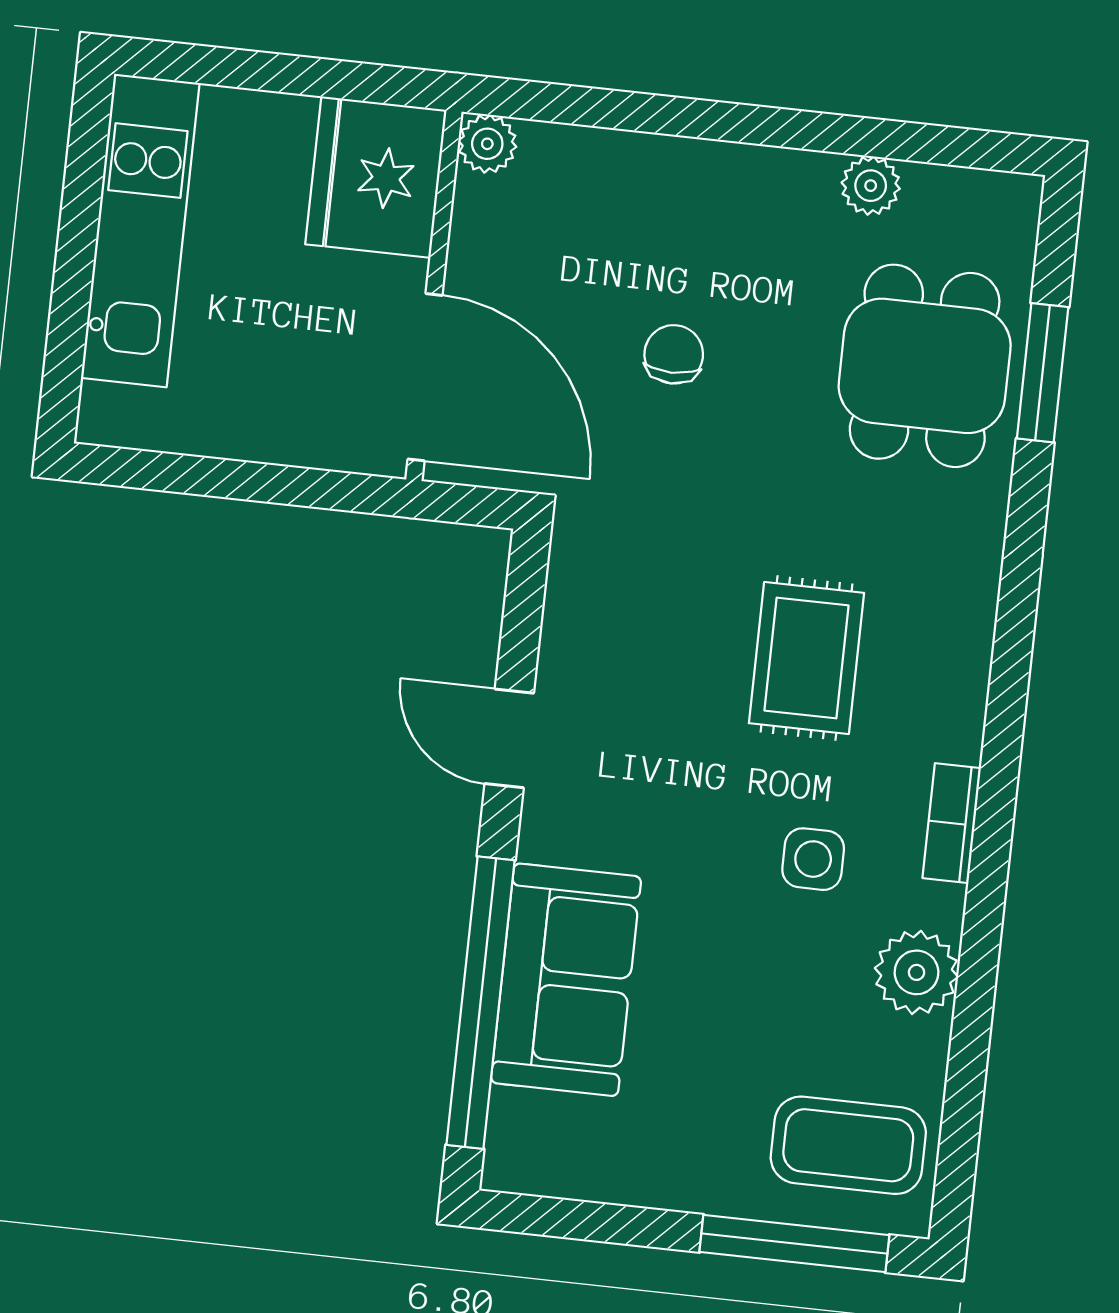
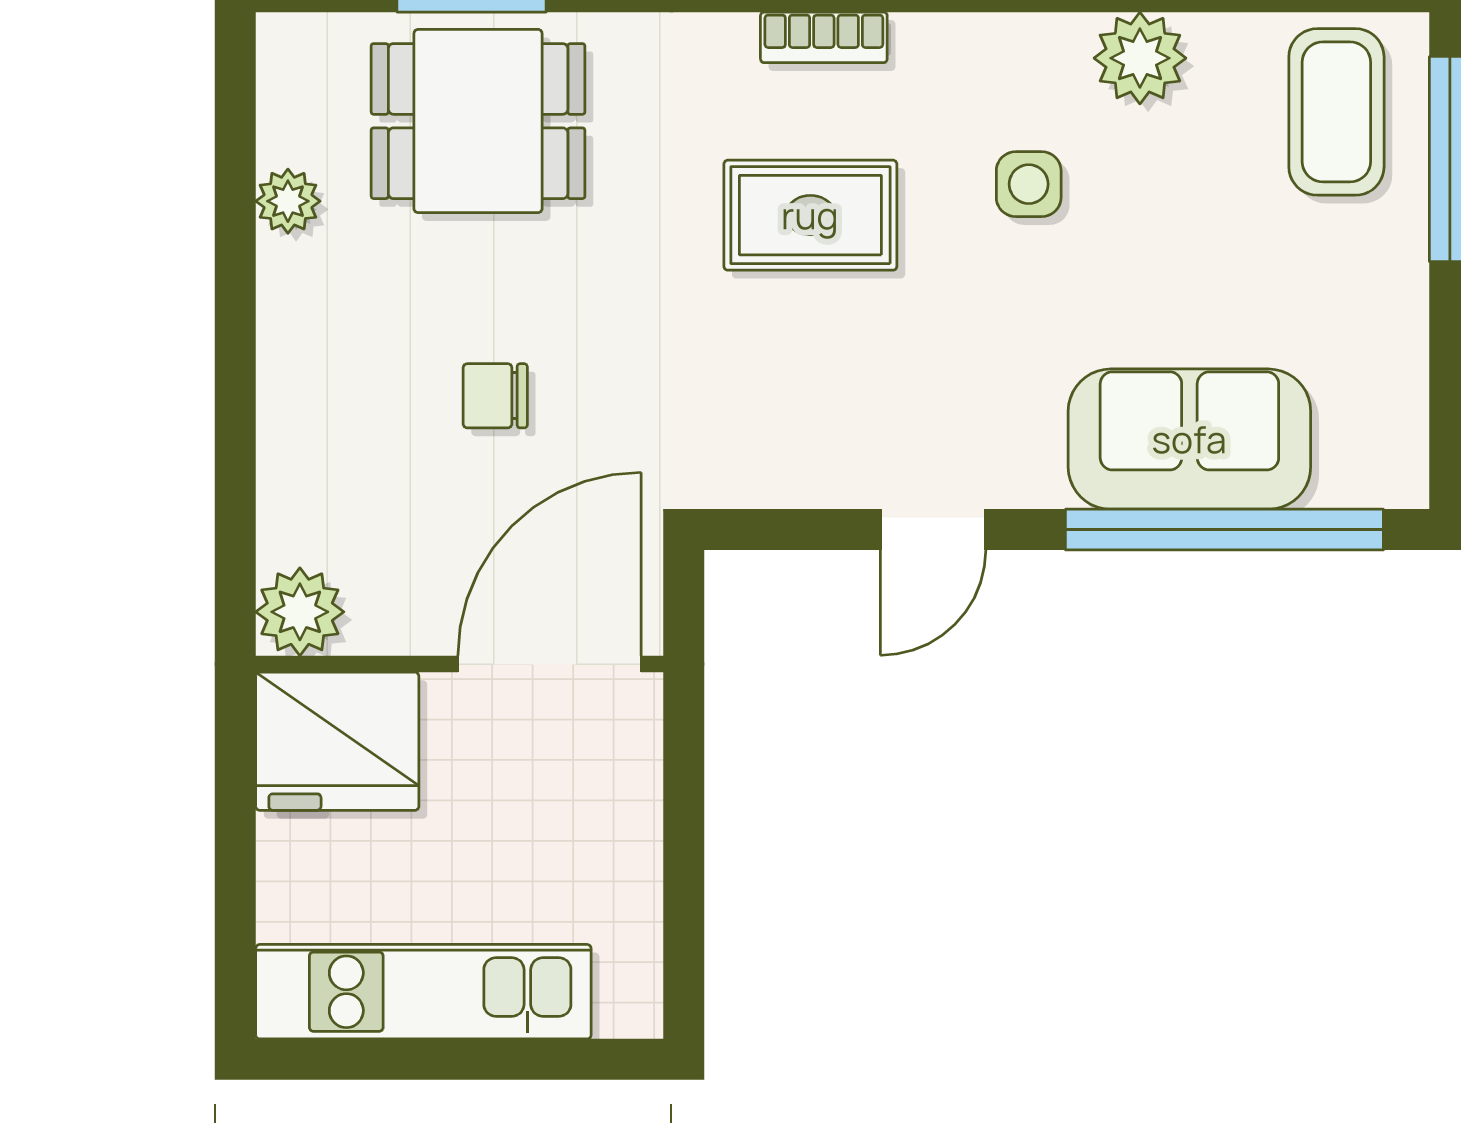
plant: (487, 144) -> (300, 612), width x1.38, depth x1.38
bookcase: (952, 823) -> (824, 37), moved

